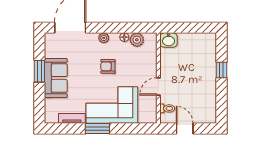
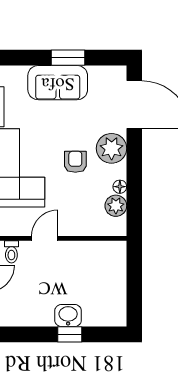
plant: (104, 38) -> (112, 148), width x1.88, depth x1.88
washbasin: (169, 40) -> (68, 316), moved, turned 90
door: (158, 87) -> (45, 238), hinge flipped

